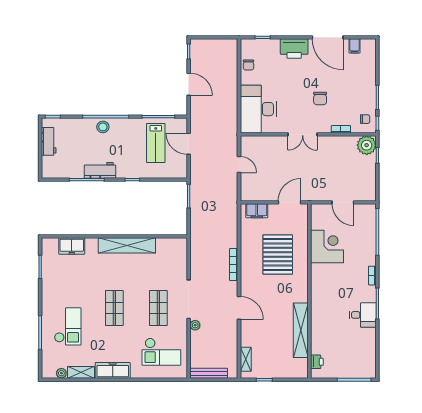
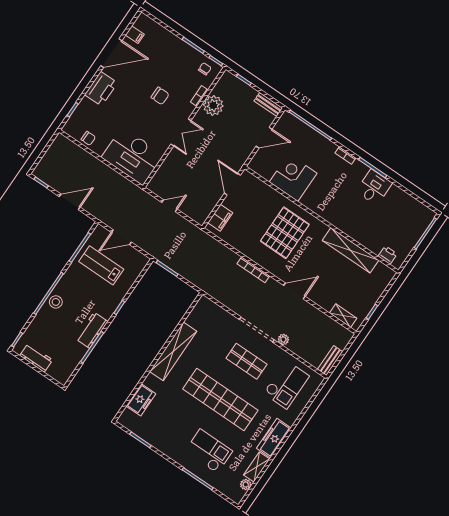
lab bench: (156, 143) -> (101, 265), turned 180
plant: (367, 145) -> (213, 105), moved
bench: (371, 188) -> (268, 104), added
pallet: (278, 255) -> (285, 233), moved, turned 90
shop shelf: (114, 308) -> (220, 400), width x2.00, depth x1.36
bench: (209, 373) -> (330, 361), width x0.73

